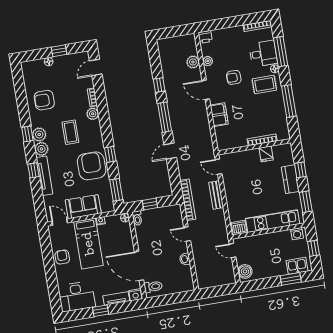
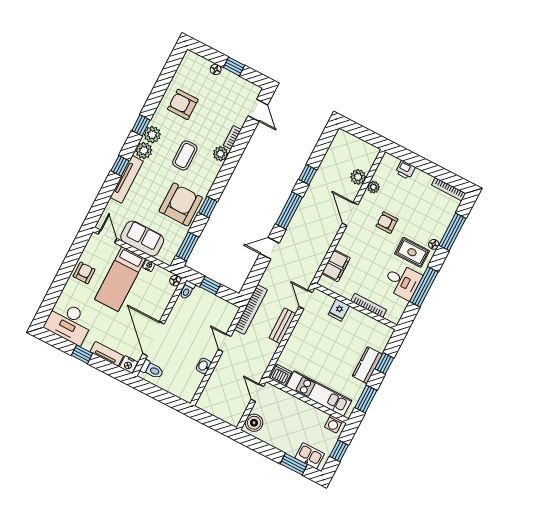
printer: (205, 37) -> (405, 170), moved
desk: (263, 54) -> (402, 281), moved
door: (96, 67) -> (258, 110), swing flipped
filing cabinet: (219, 115) -> (336, 266), moved
fridge: (266, 154) -> (339, 310), moved

